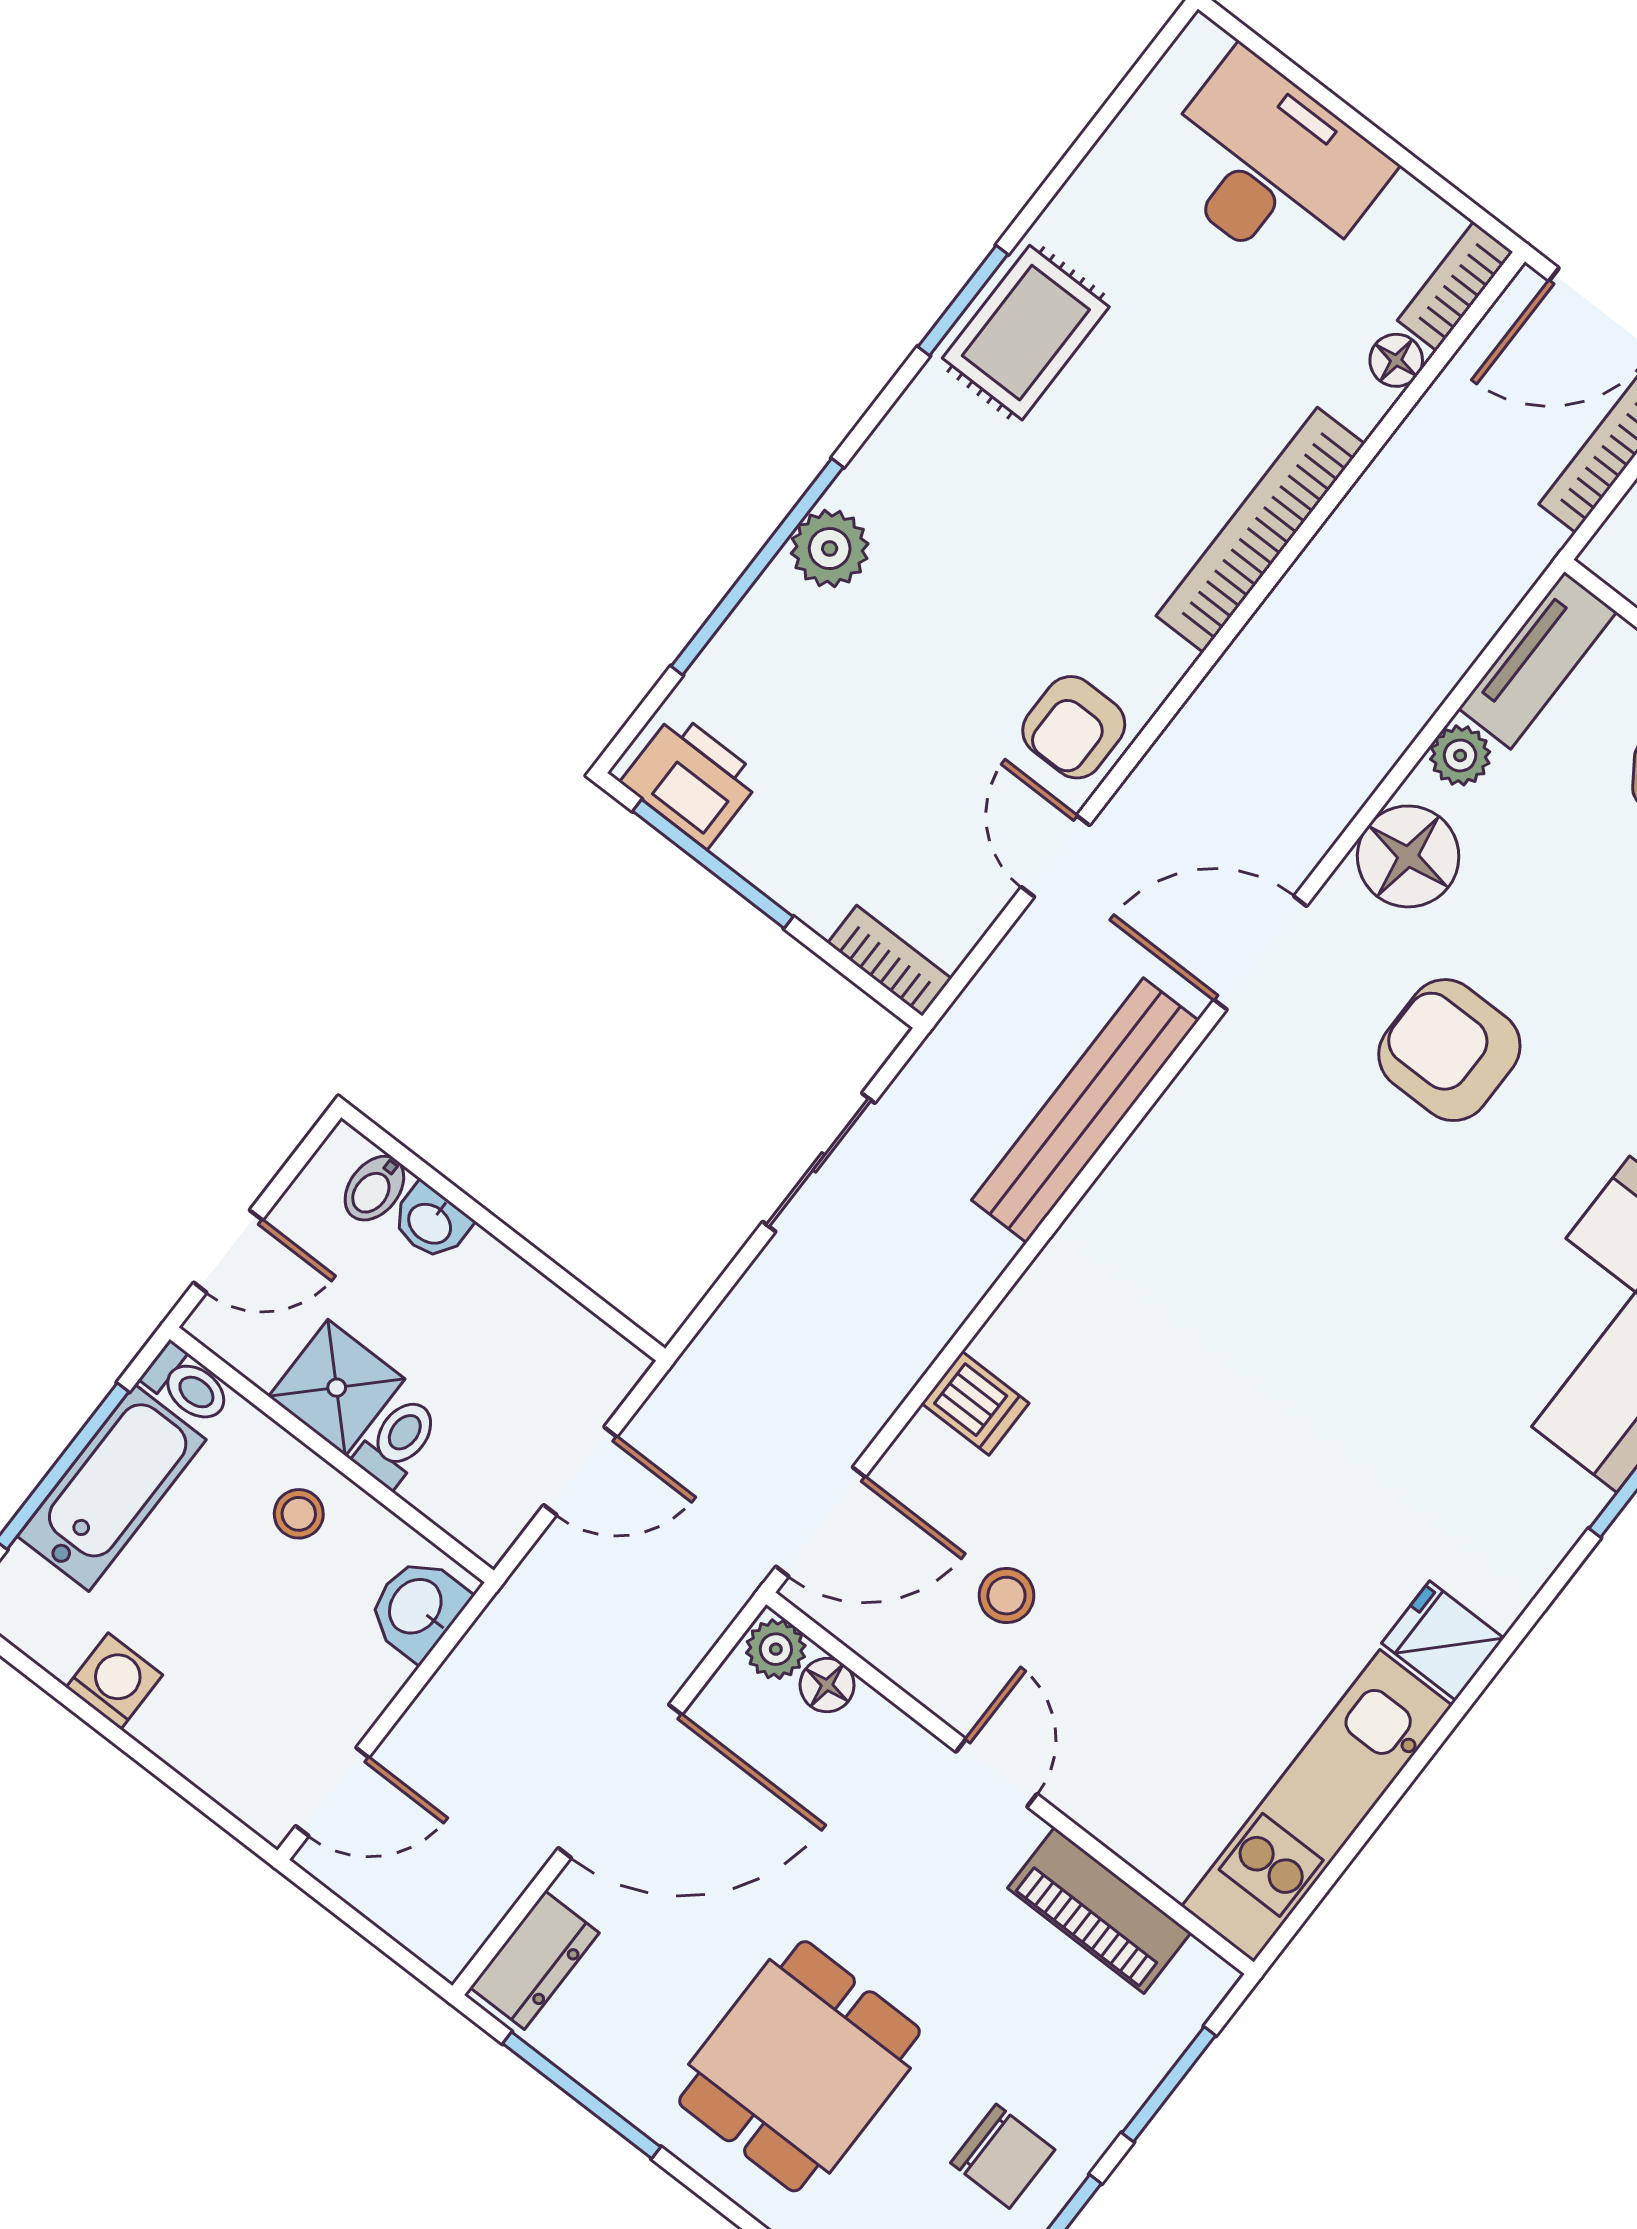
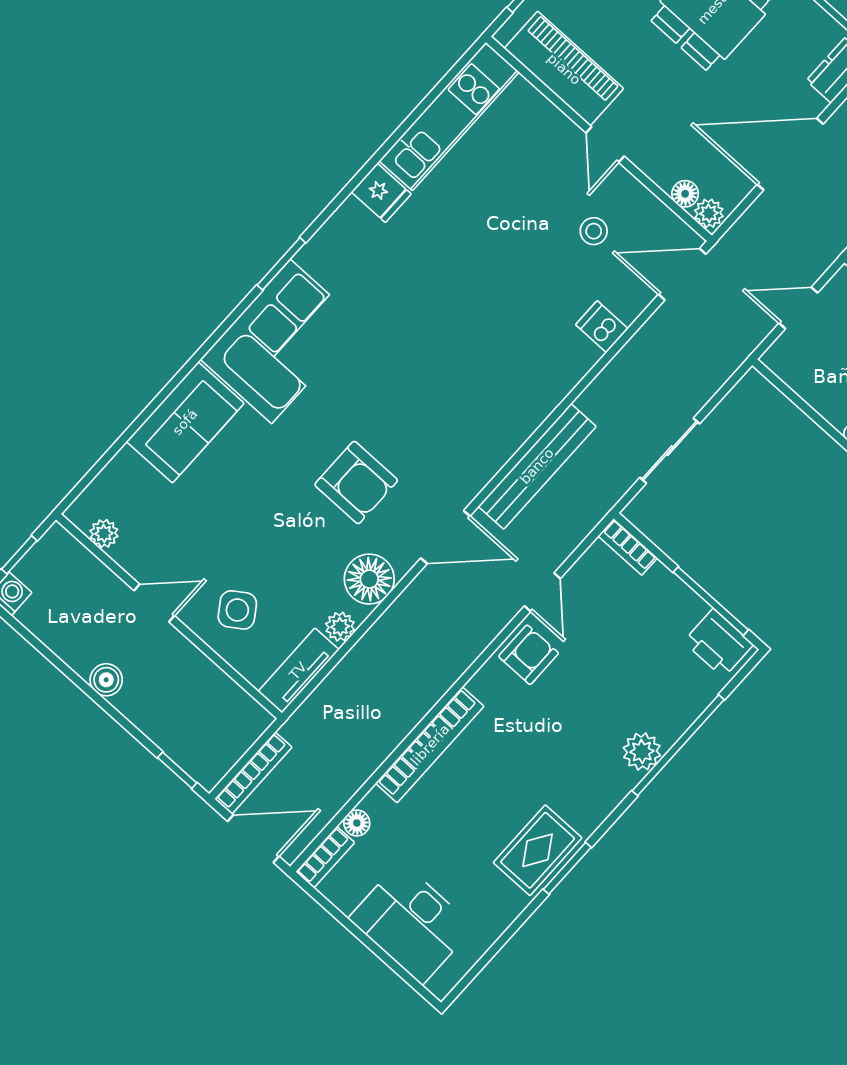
piano: (1099, 1910) -> (564, 69), width x1.37, depth x1.33

